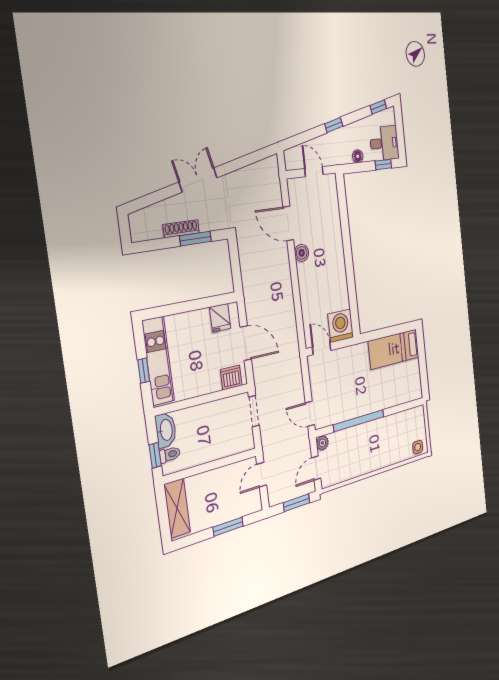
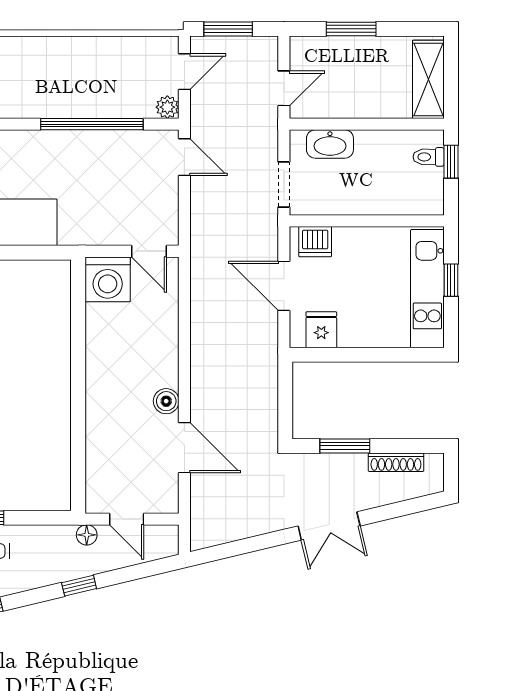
floor lamp: (358, 156) -> (87, 535), moved
shoe rack: (181, 229) -> (396, 462), moved
washbasin: (166, 430) -> (330, 144), moved, turned -90

